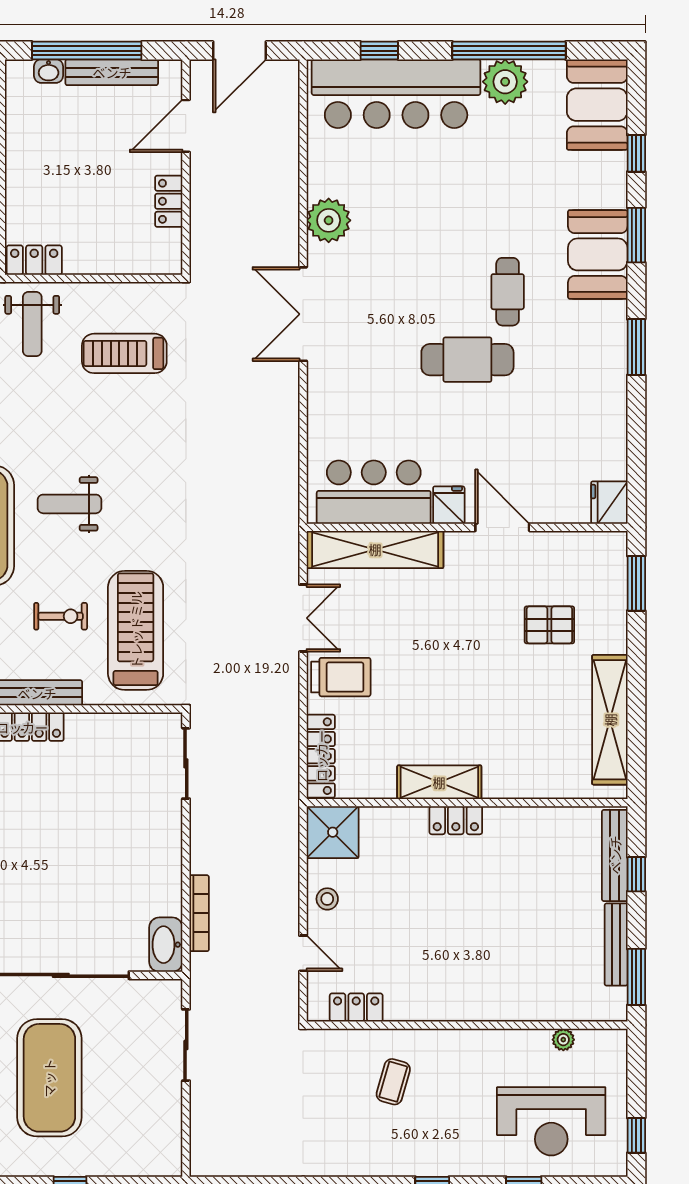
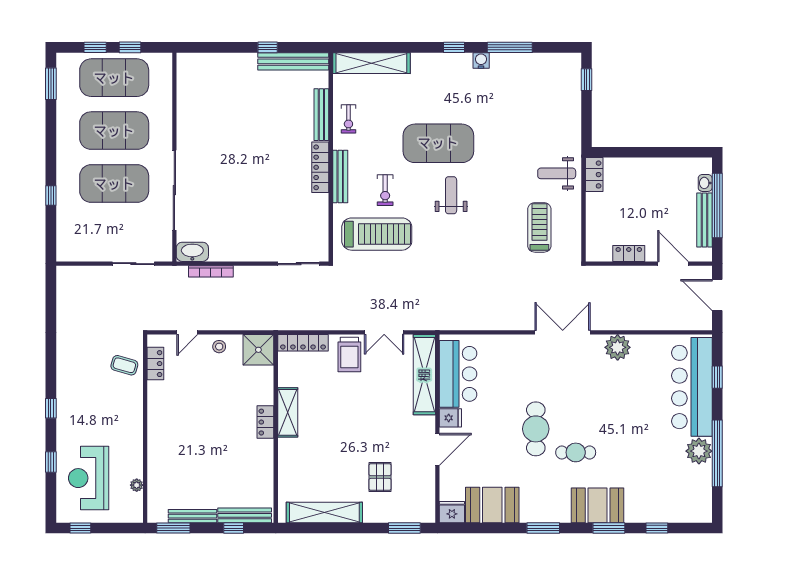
booth: (597, 105) -> (492, 505), moved
coffee table: (393, 1082) -> (124, 365), moved

